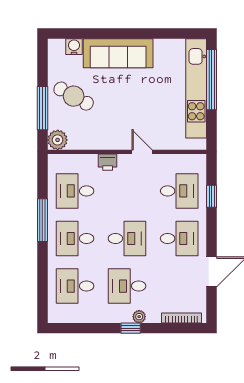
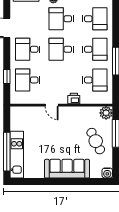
water cooler: (74, 47) -> (107, 173), moved
kitchen unit: (196, 88) -> (17, 155), width x0.73
cafe table: (74, 96) -> (96, 141), turned 35
desk: (127, 286) -> (61, 19), turned 180

